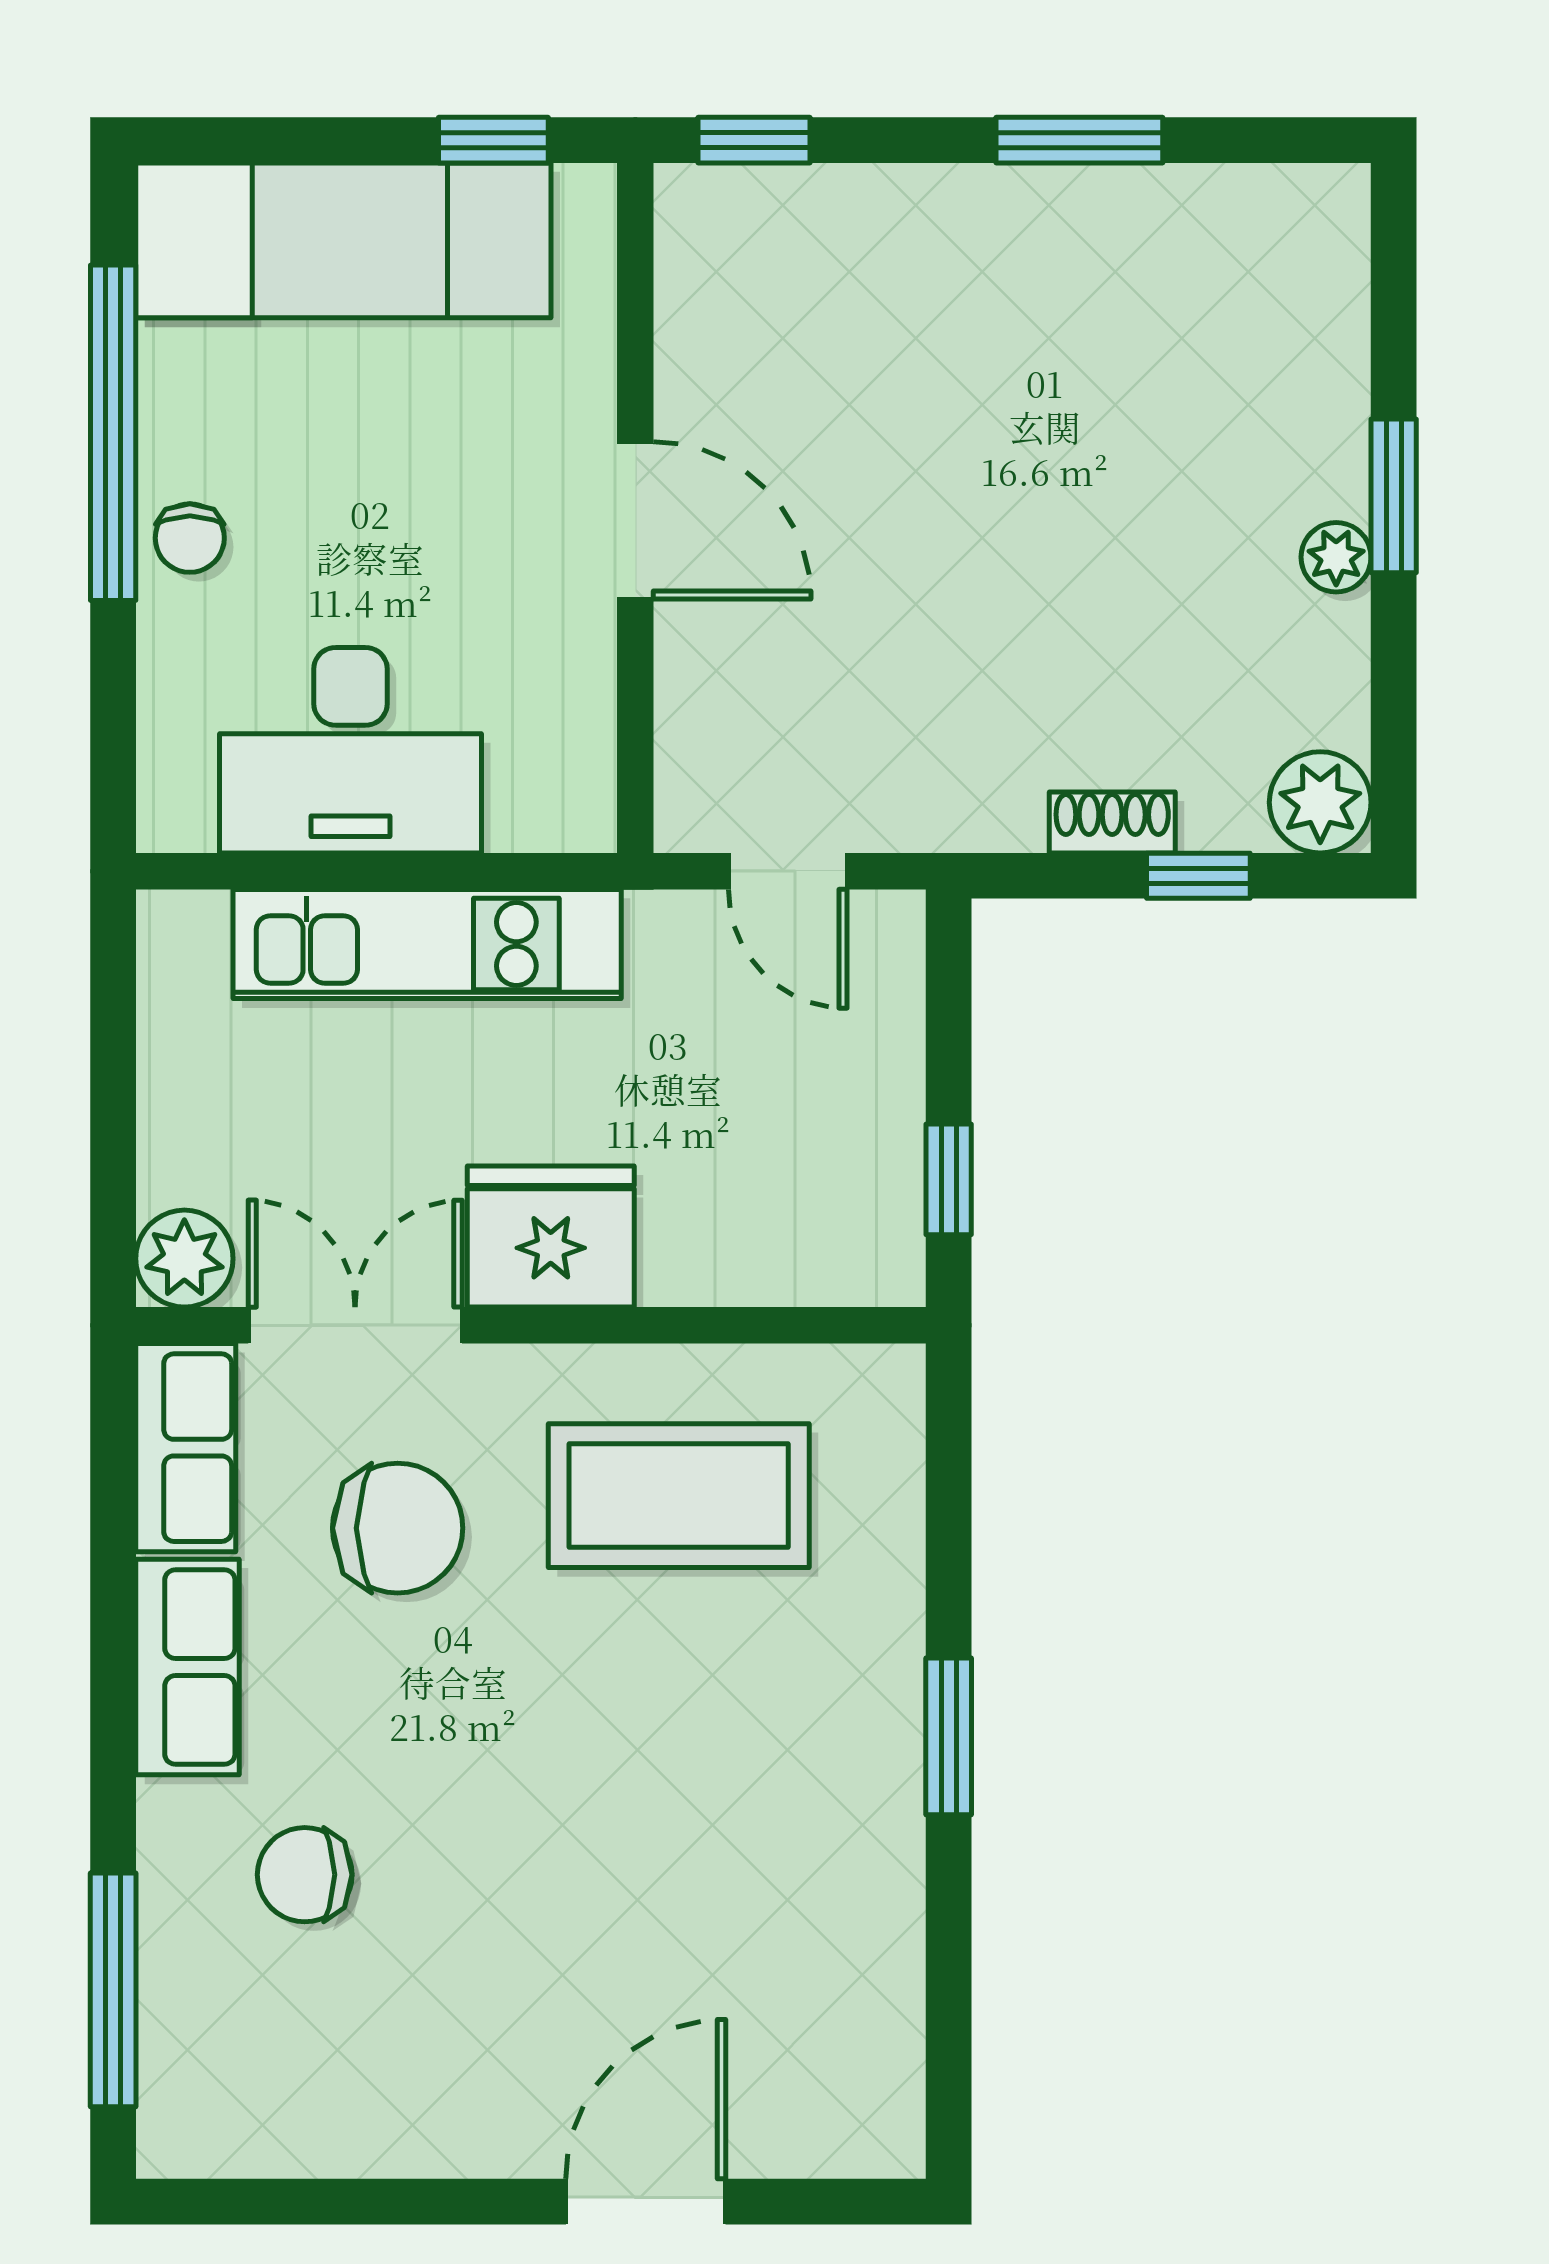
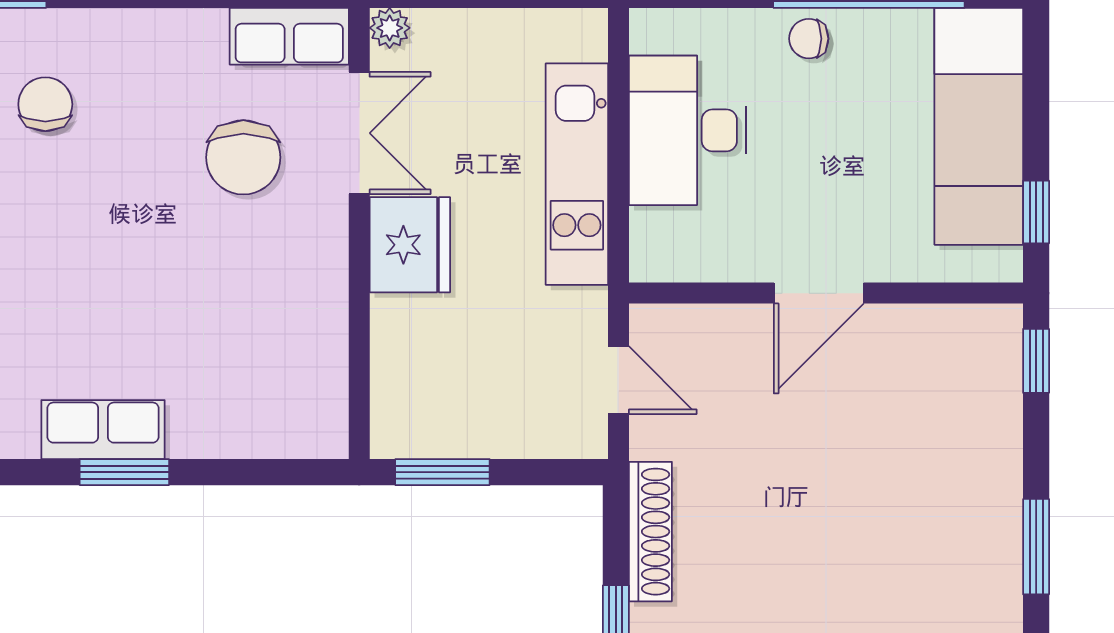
shoe rack: (1112, 822) -> (650, 532), width x1.94, depth x1.24
door: (788, 871) -> (618, 380), swing flipped
window: (949, 1179) -> (442, 472), width x1.50
plant: (184, 1259) -> (390, 28), width x0.73, depth x0.73
coffee table: (679, 1496) -> (262, 318), removed
row of seats: (187, 1667) -> (103, 430), moved, turned 180

